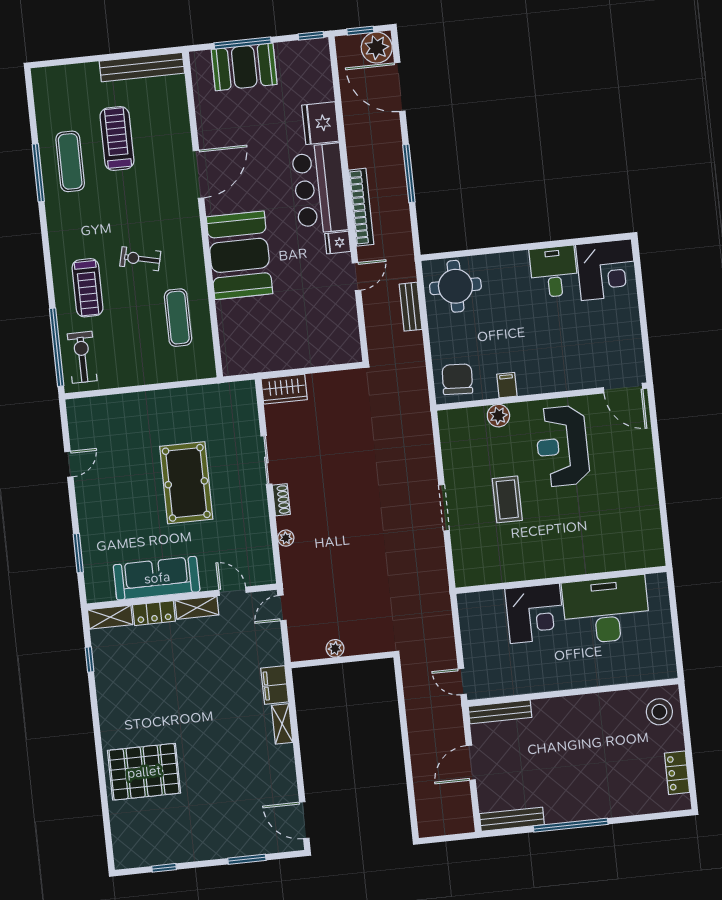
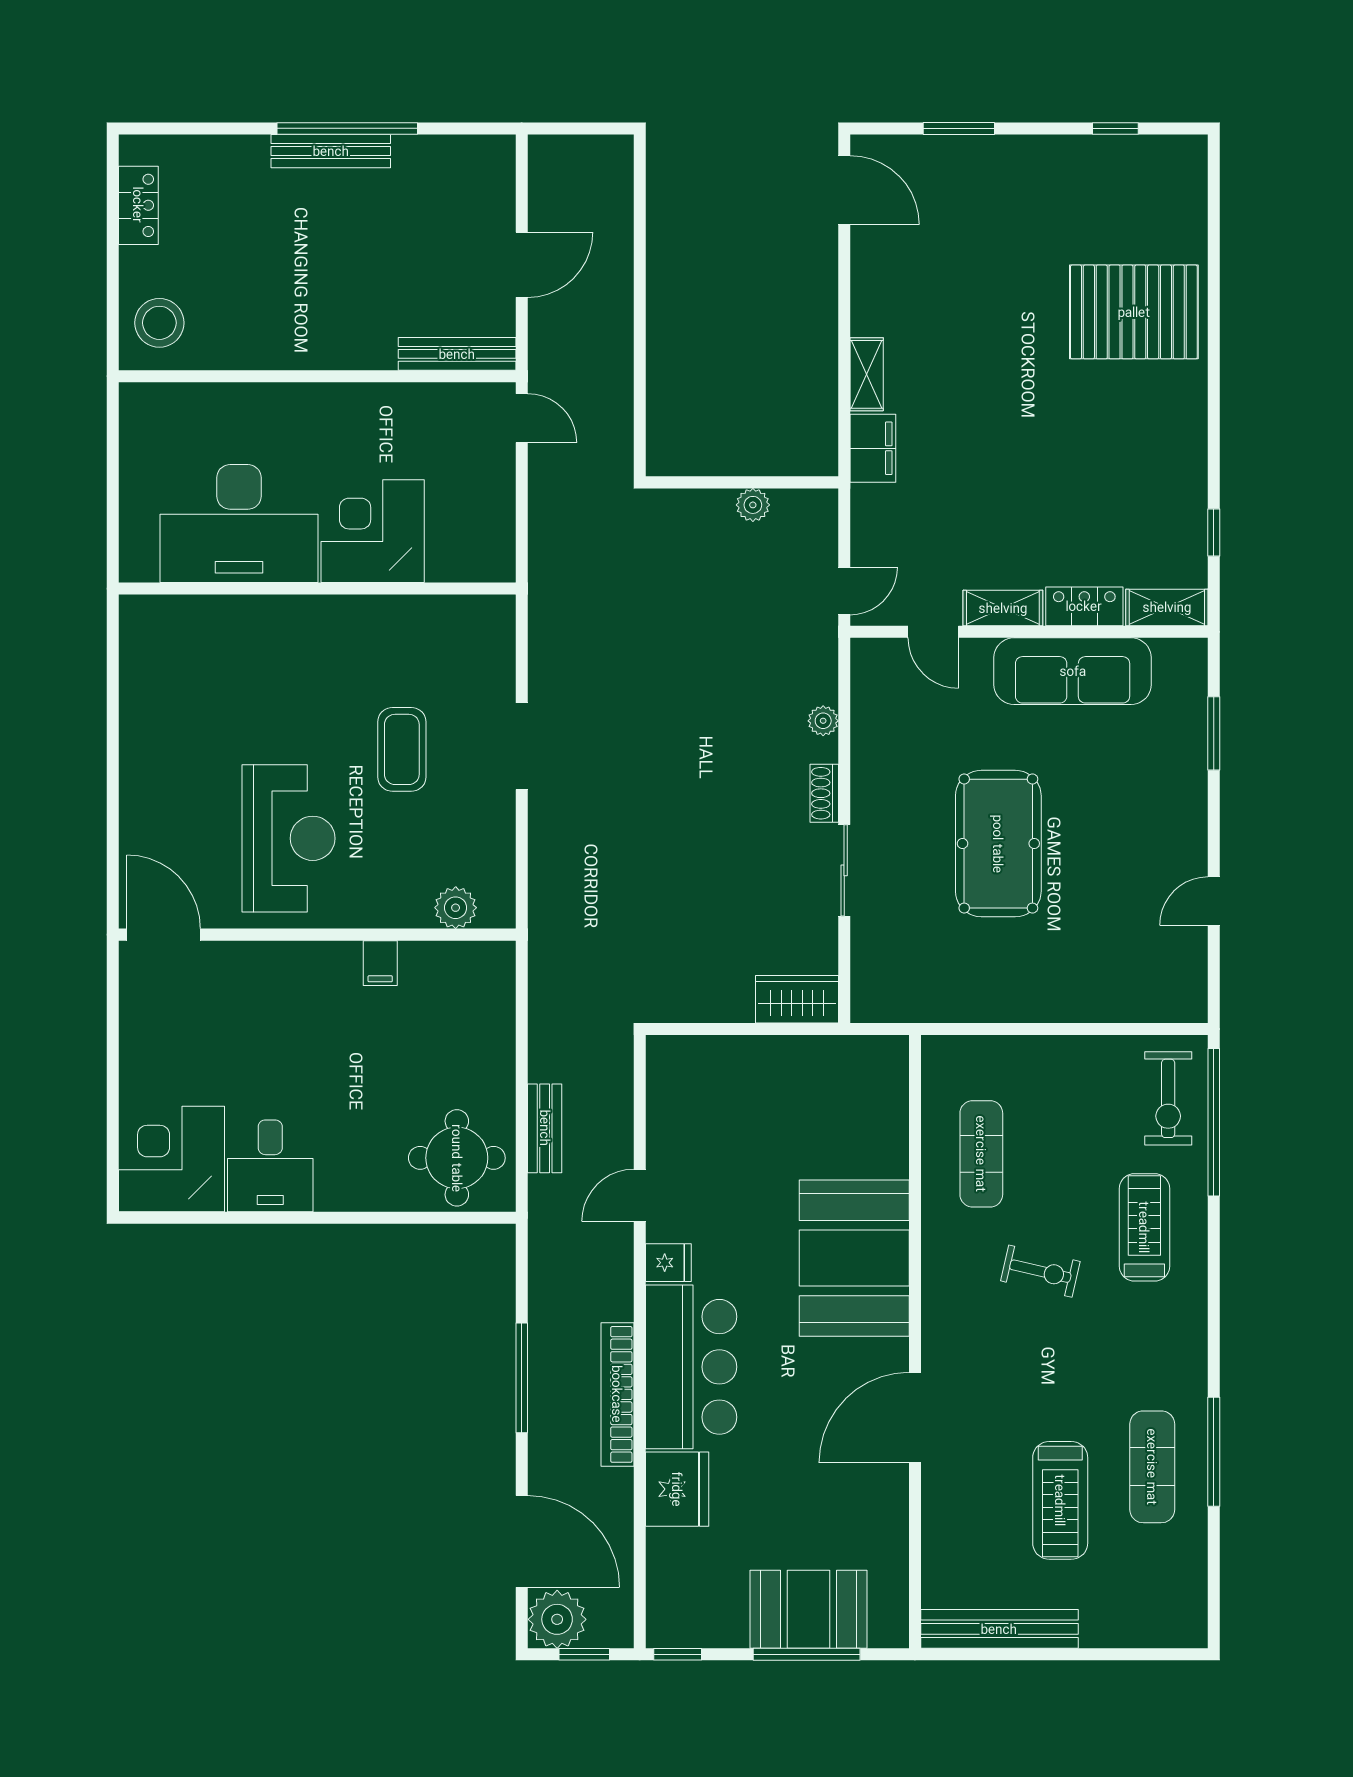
bookcase: (361, 207) -> (617, 1394), moved
chair: (457, 379) -> (471, 984), removed
plant: (498, 416) -> (456, 908), moved
bench: (512, 819) -> (331, 151), moved

